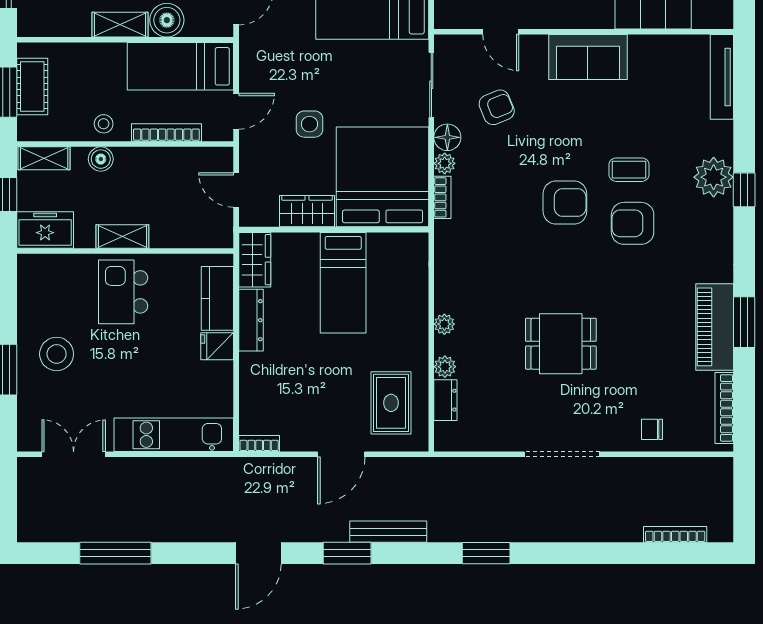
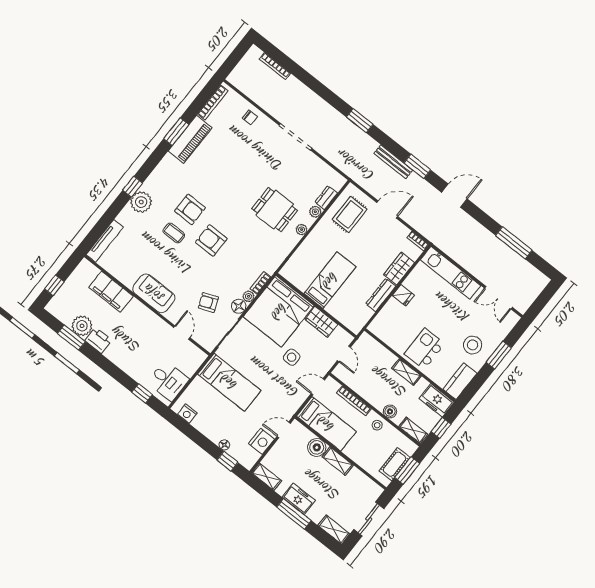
wardrobe: (255, 260) -> (399, 269), moved
kitchen island: (123, 292) -> (424, 349), turned 180
kitchen counter: (217, 298) -> (460, 381), moved, turned 180
dining table: (561, 344) -> (275, 210), moved

